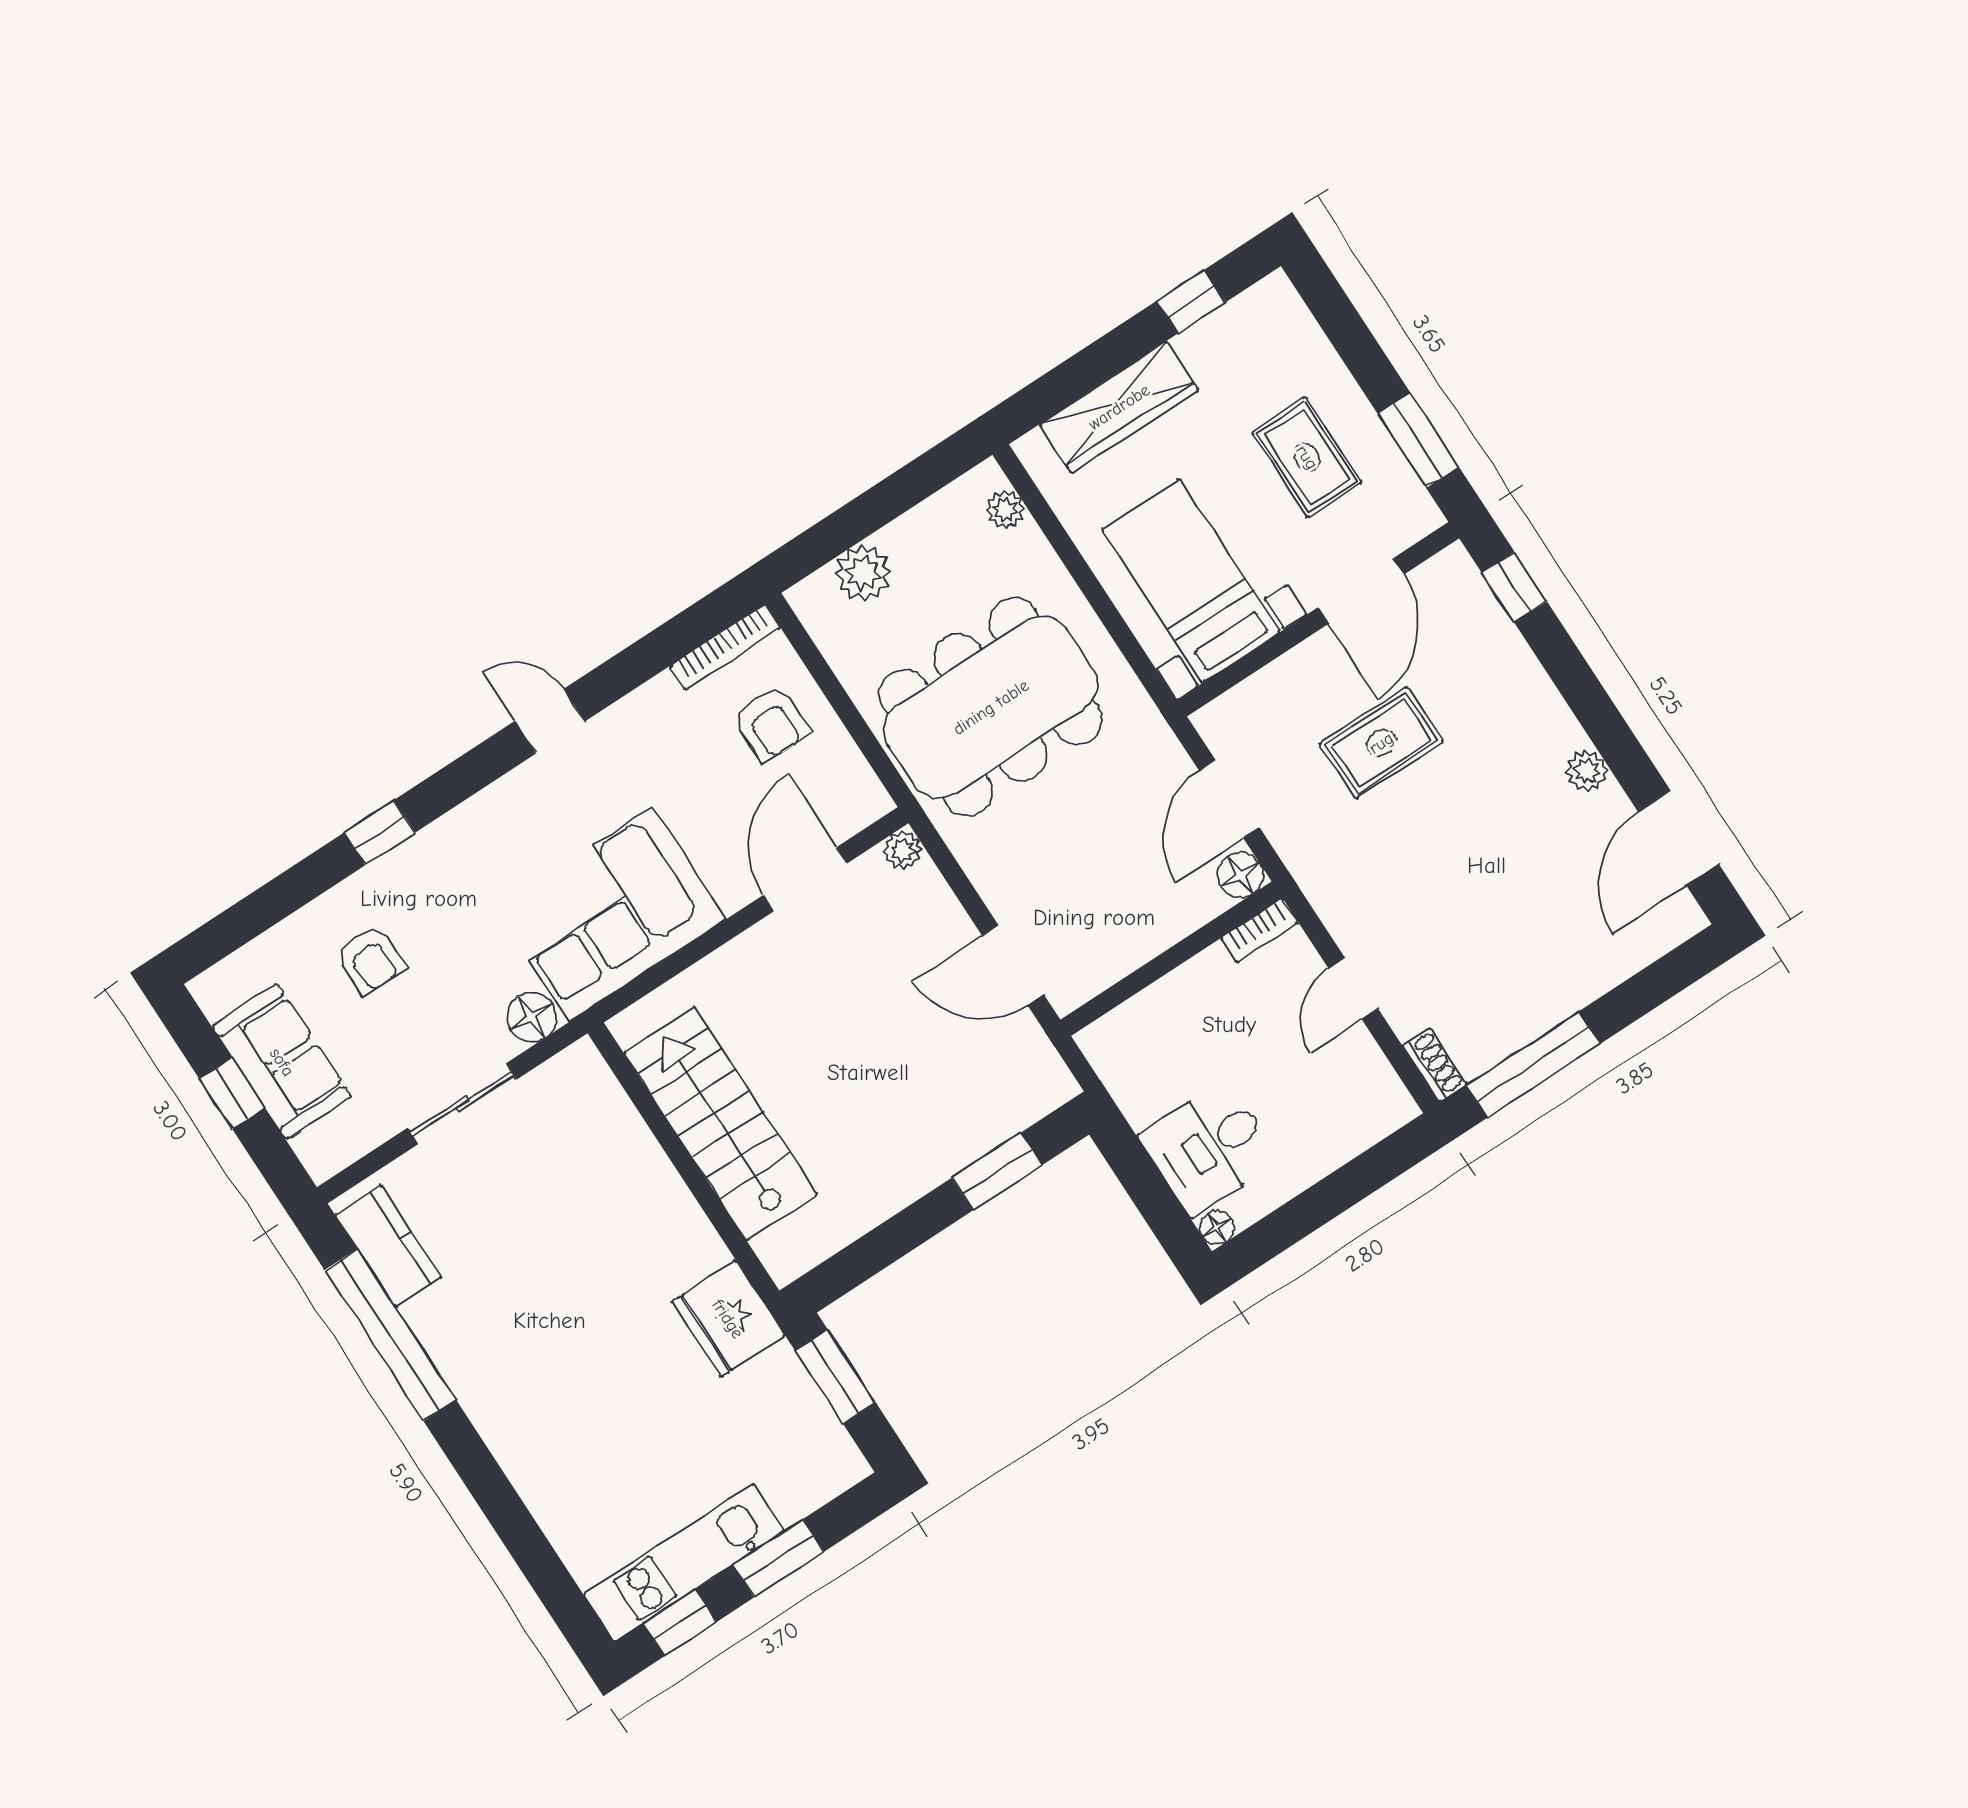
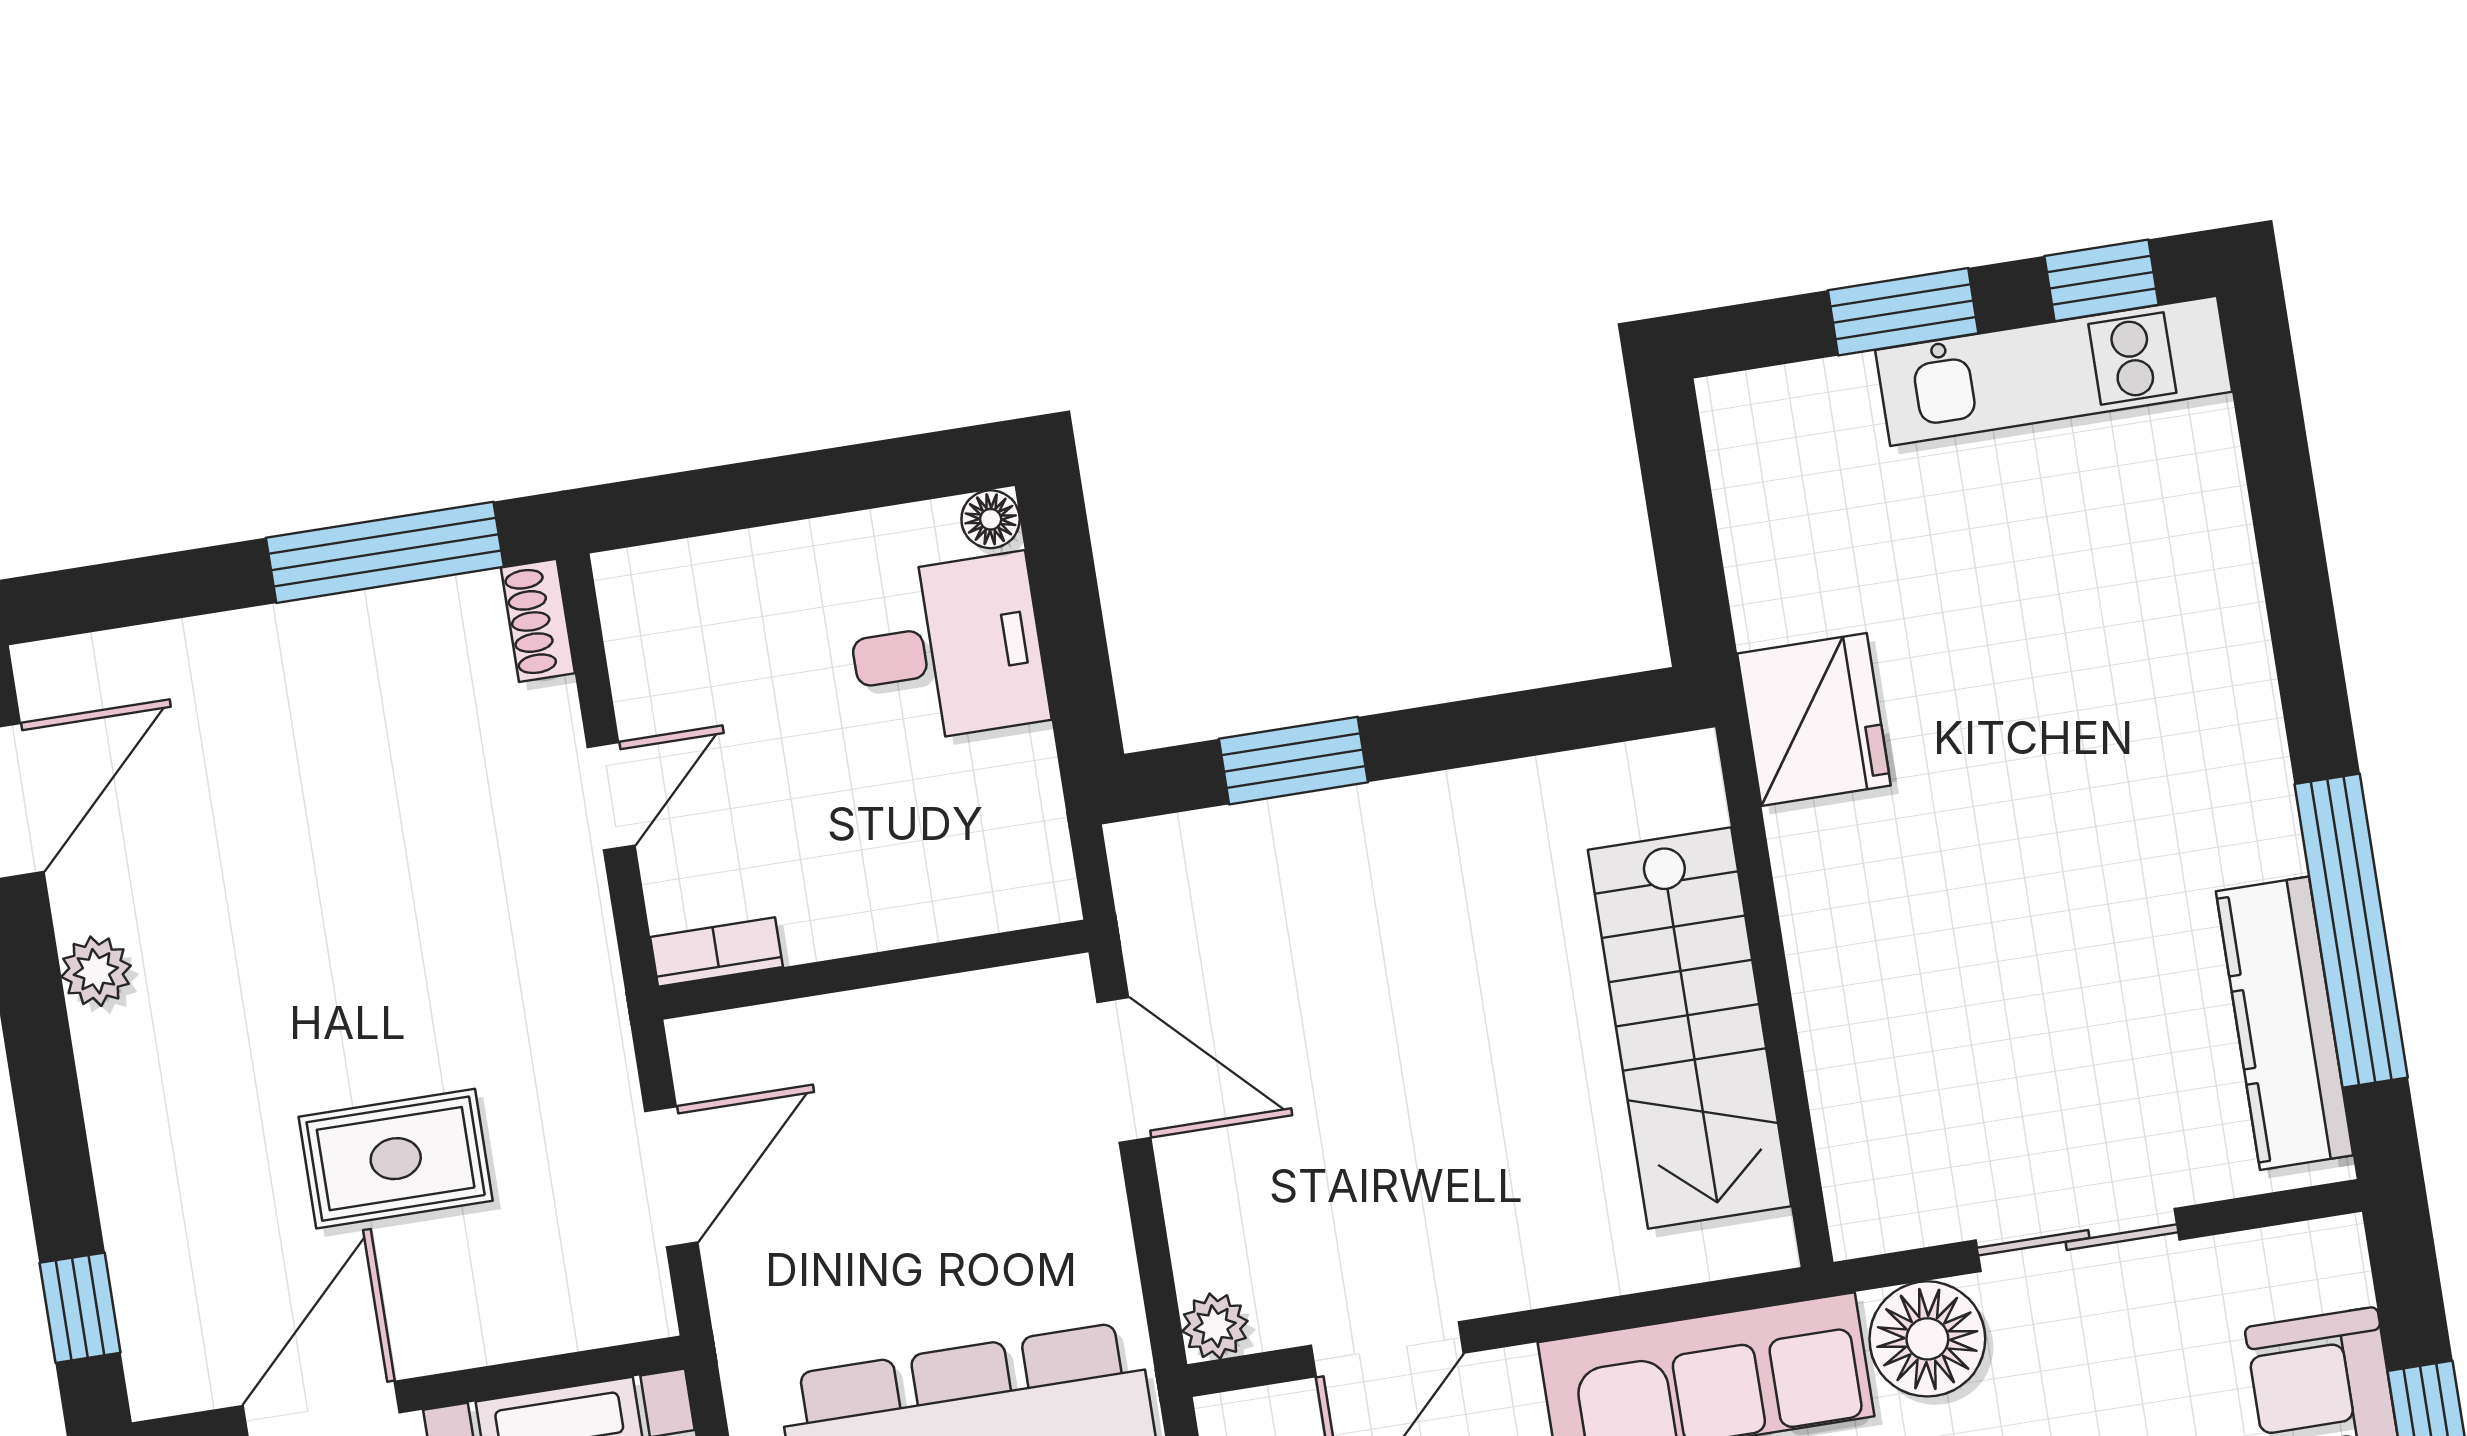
floor lamp: (1240, 875) -> (707, 1052), removed
floor lamp: (531, 1017) -> (1927, 1339), width x1.38, depth x1.38
kitchen counter: (388, 1246) -> (2285, 1023), width x1.50
window: (835, 1377) -> (1688, 555), removed

